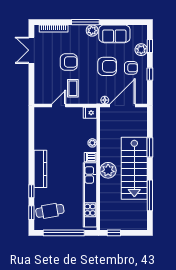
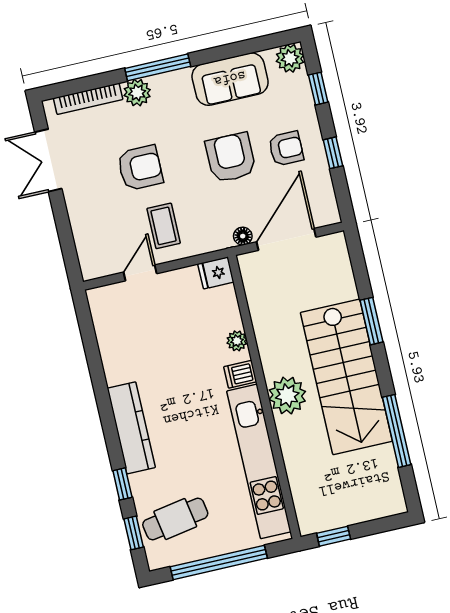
plant: (92, 31) -> (137, 93), moved
plant: (141, 50) -> (290, 58), moved
armchair: (107, 66) -> (231, 158), turned -90

